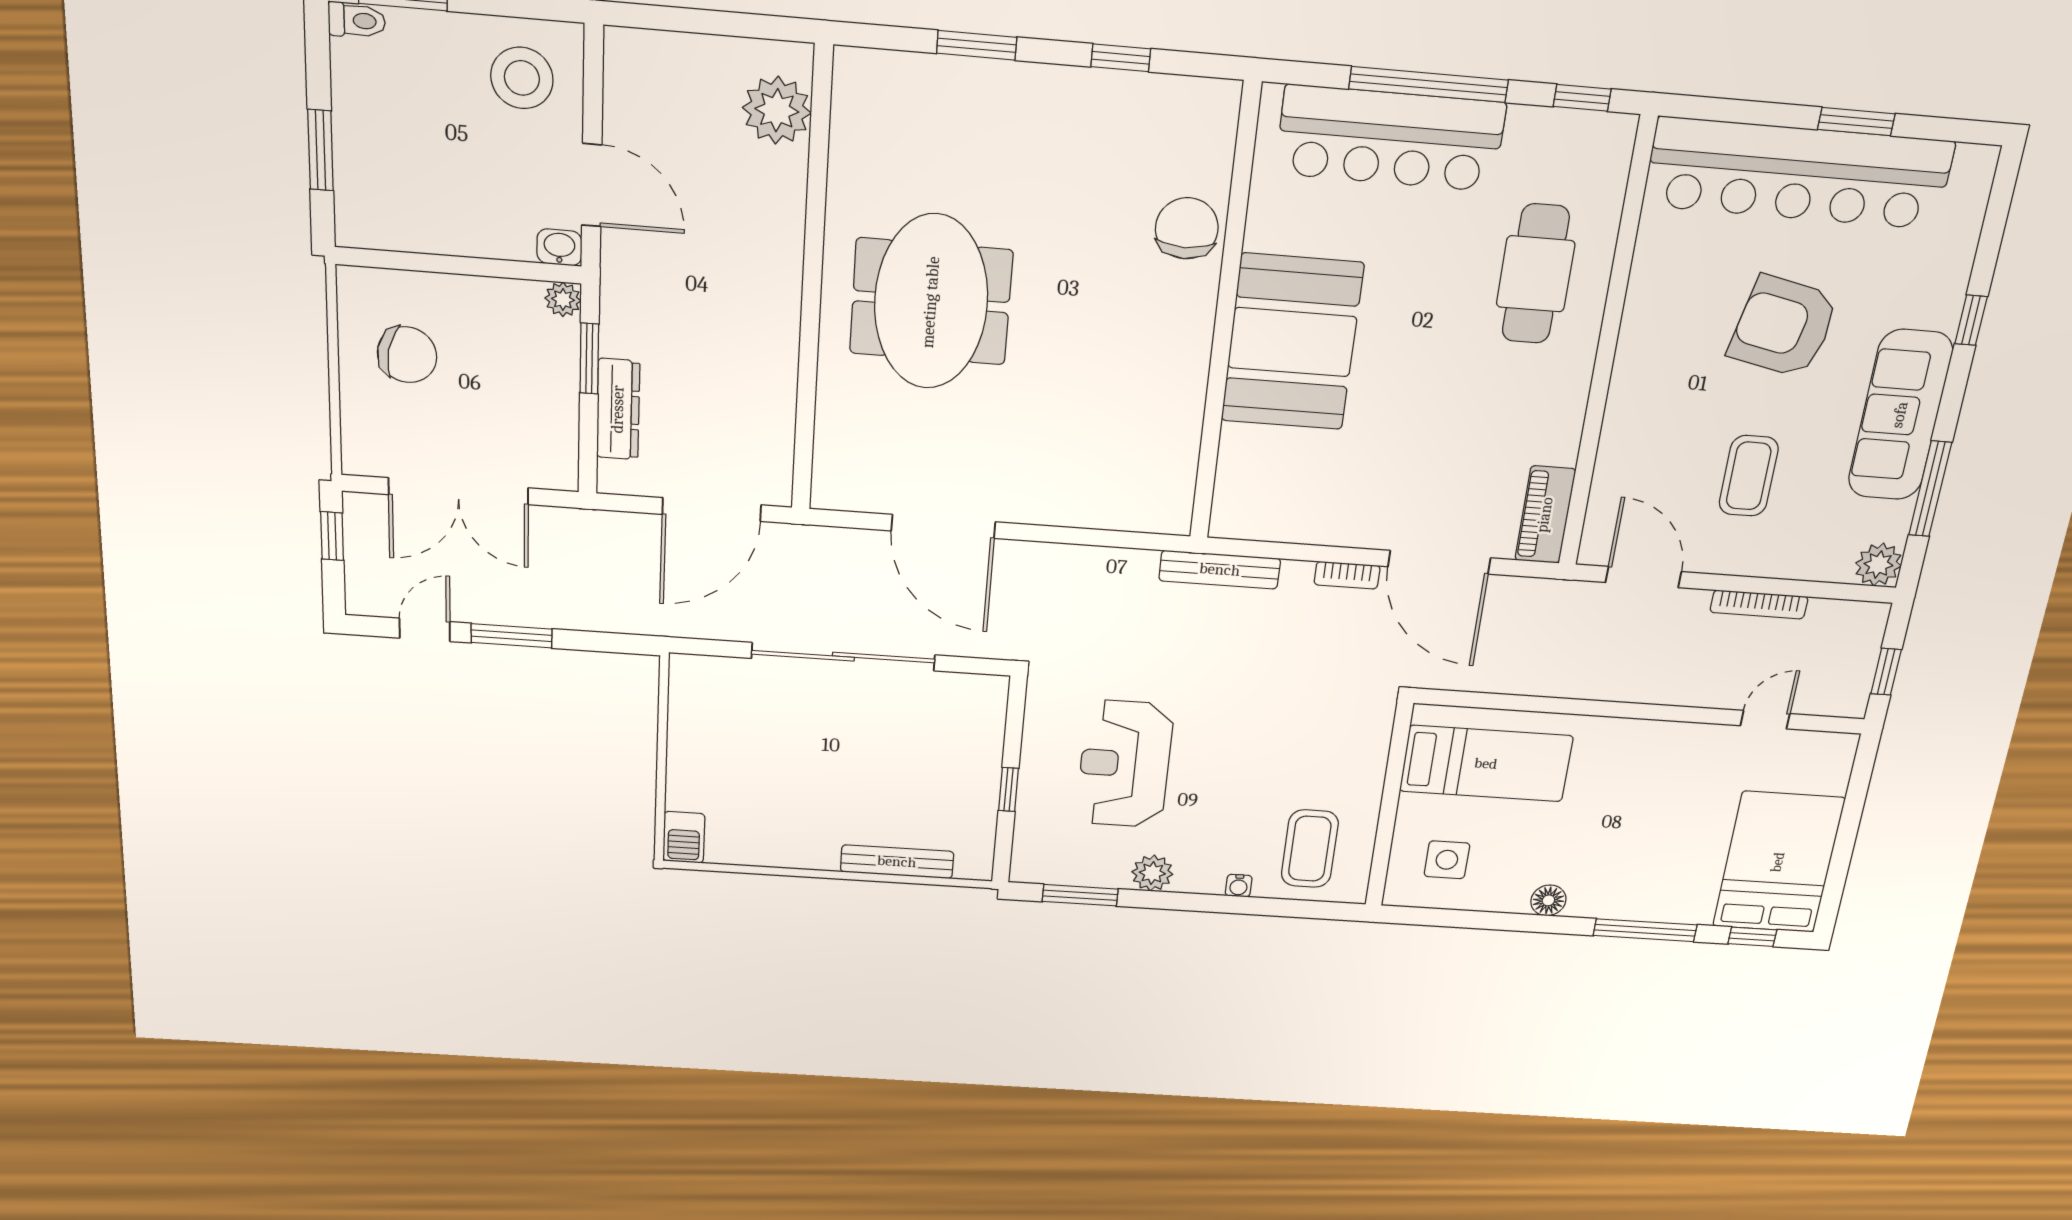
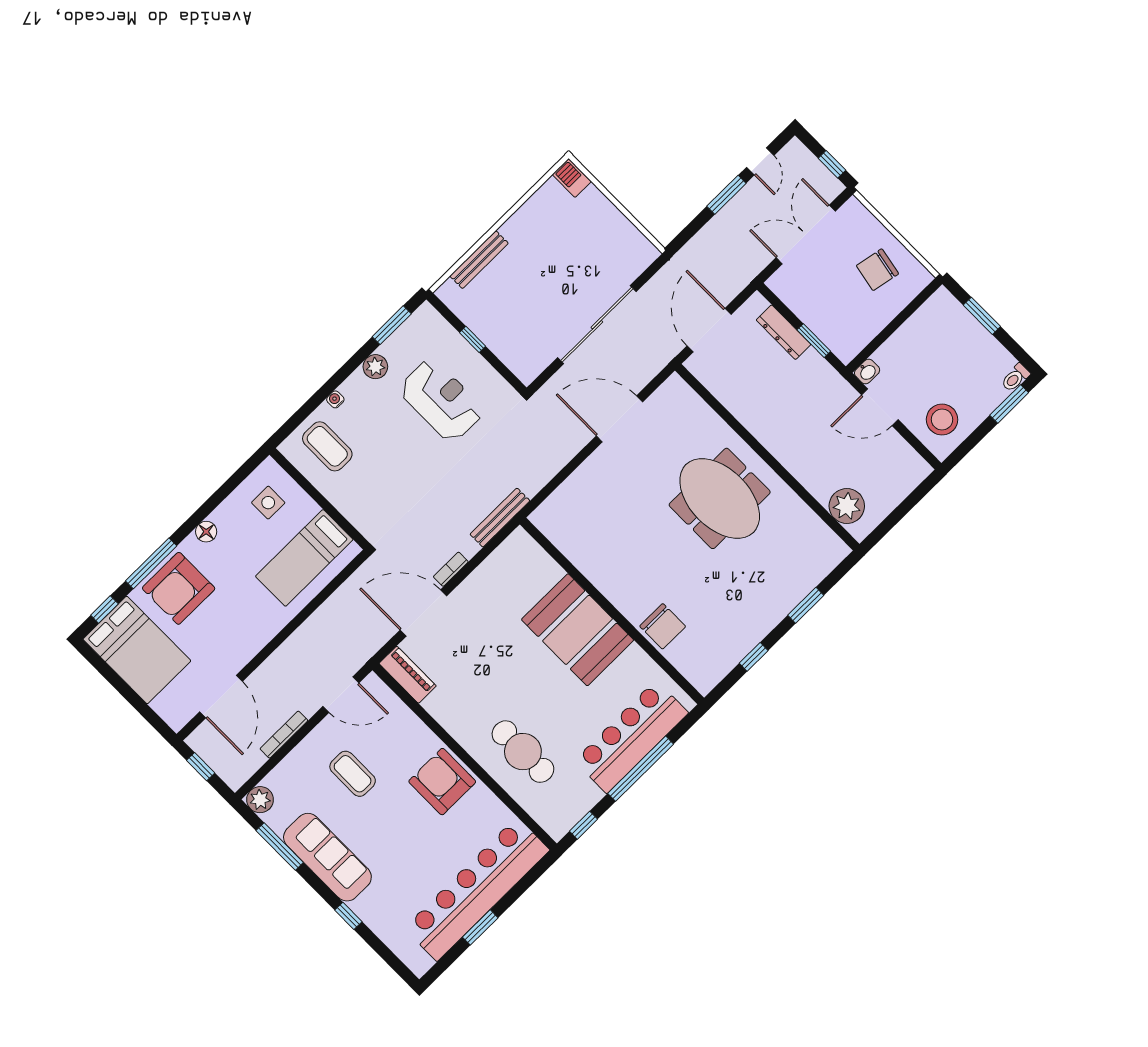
plant: (563, 299) -> (846, 353), removed
armchair: (1784, 327) -> (442, 782), moved, turned -102
door: (1765, 720) -> (221, 697), width x1.88
armchair: (1653, 876) -> (179, 588), added

